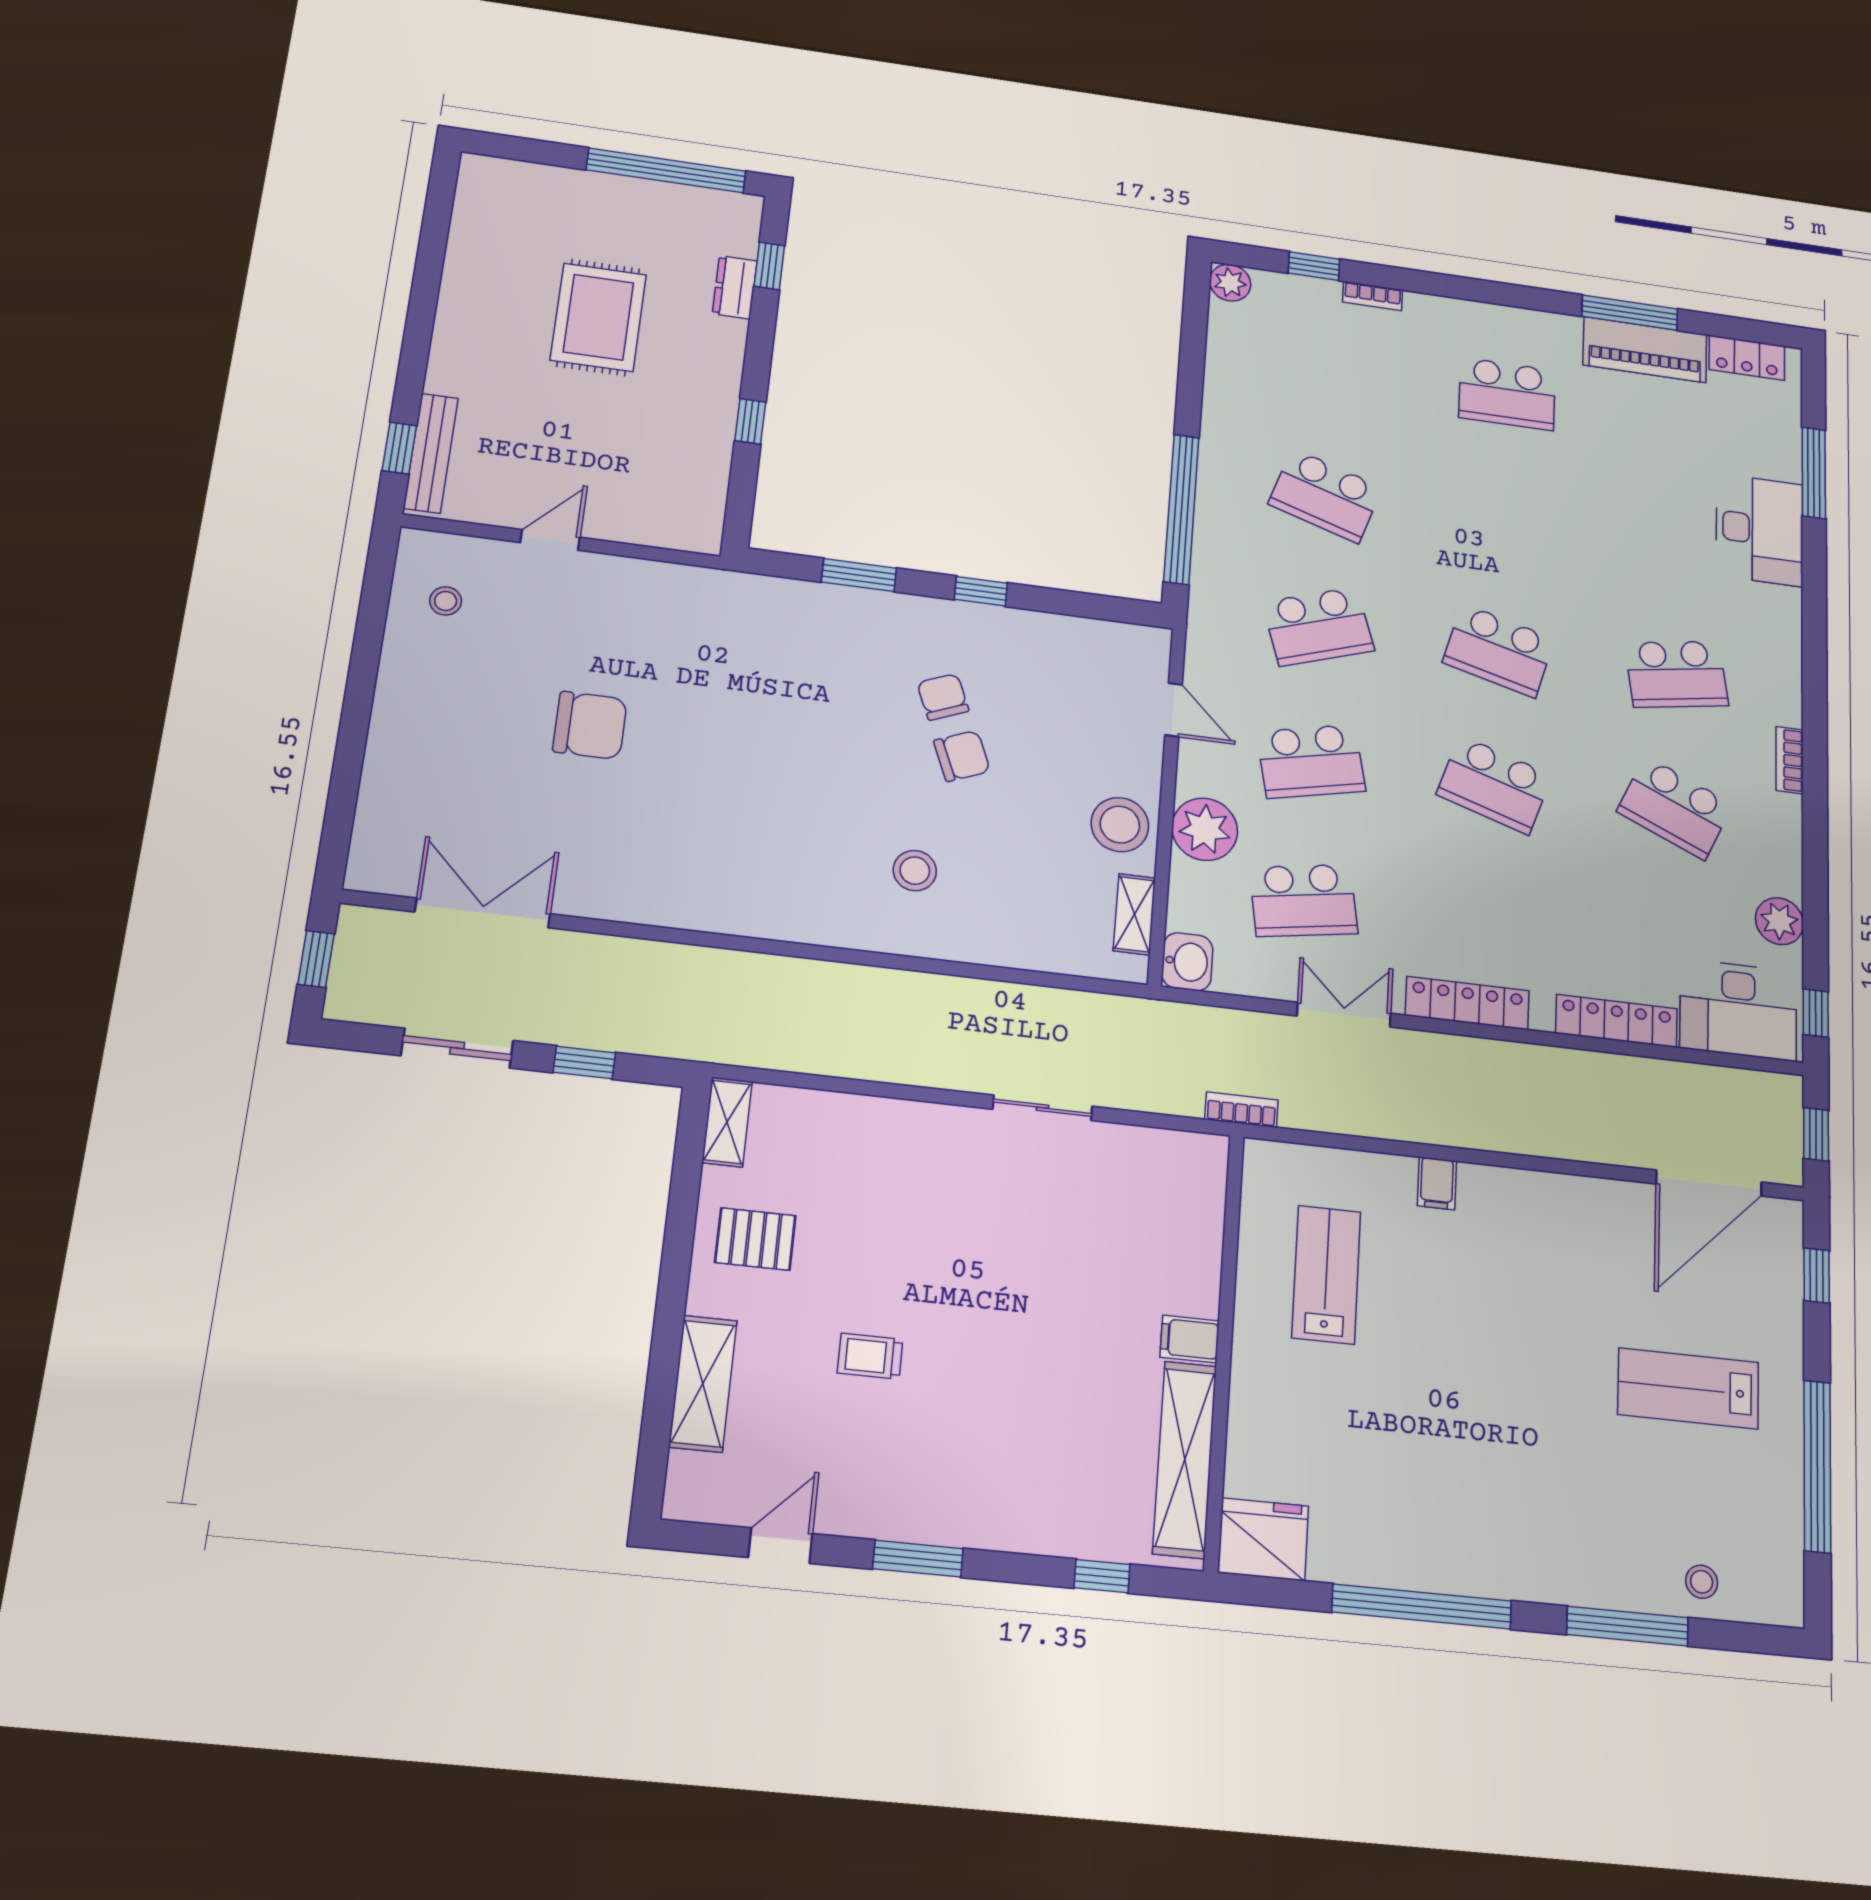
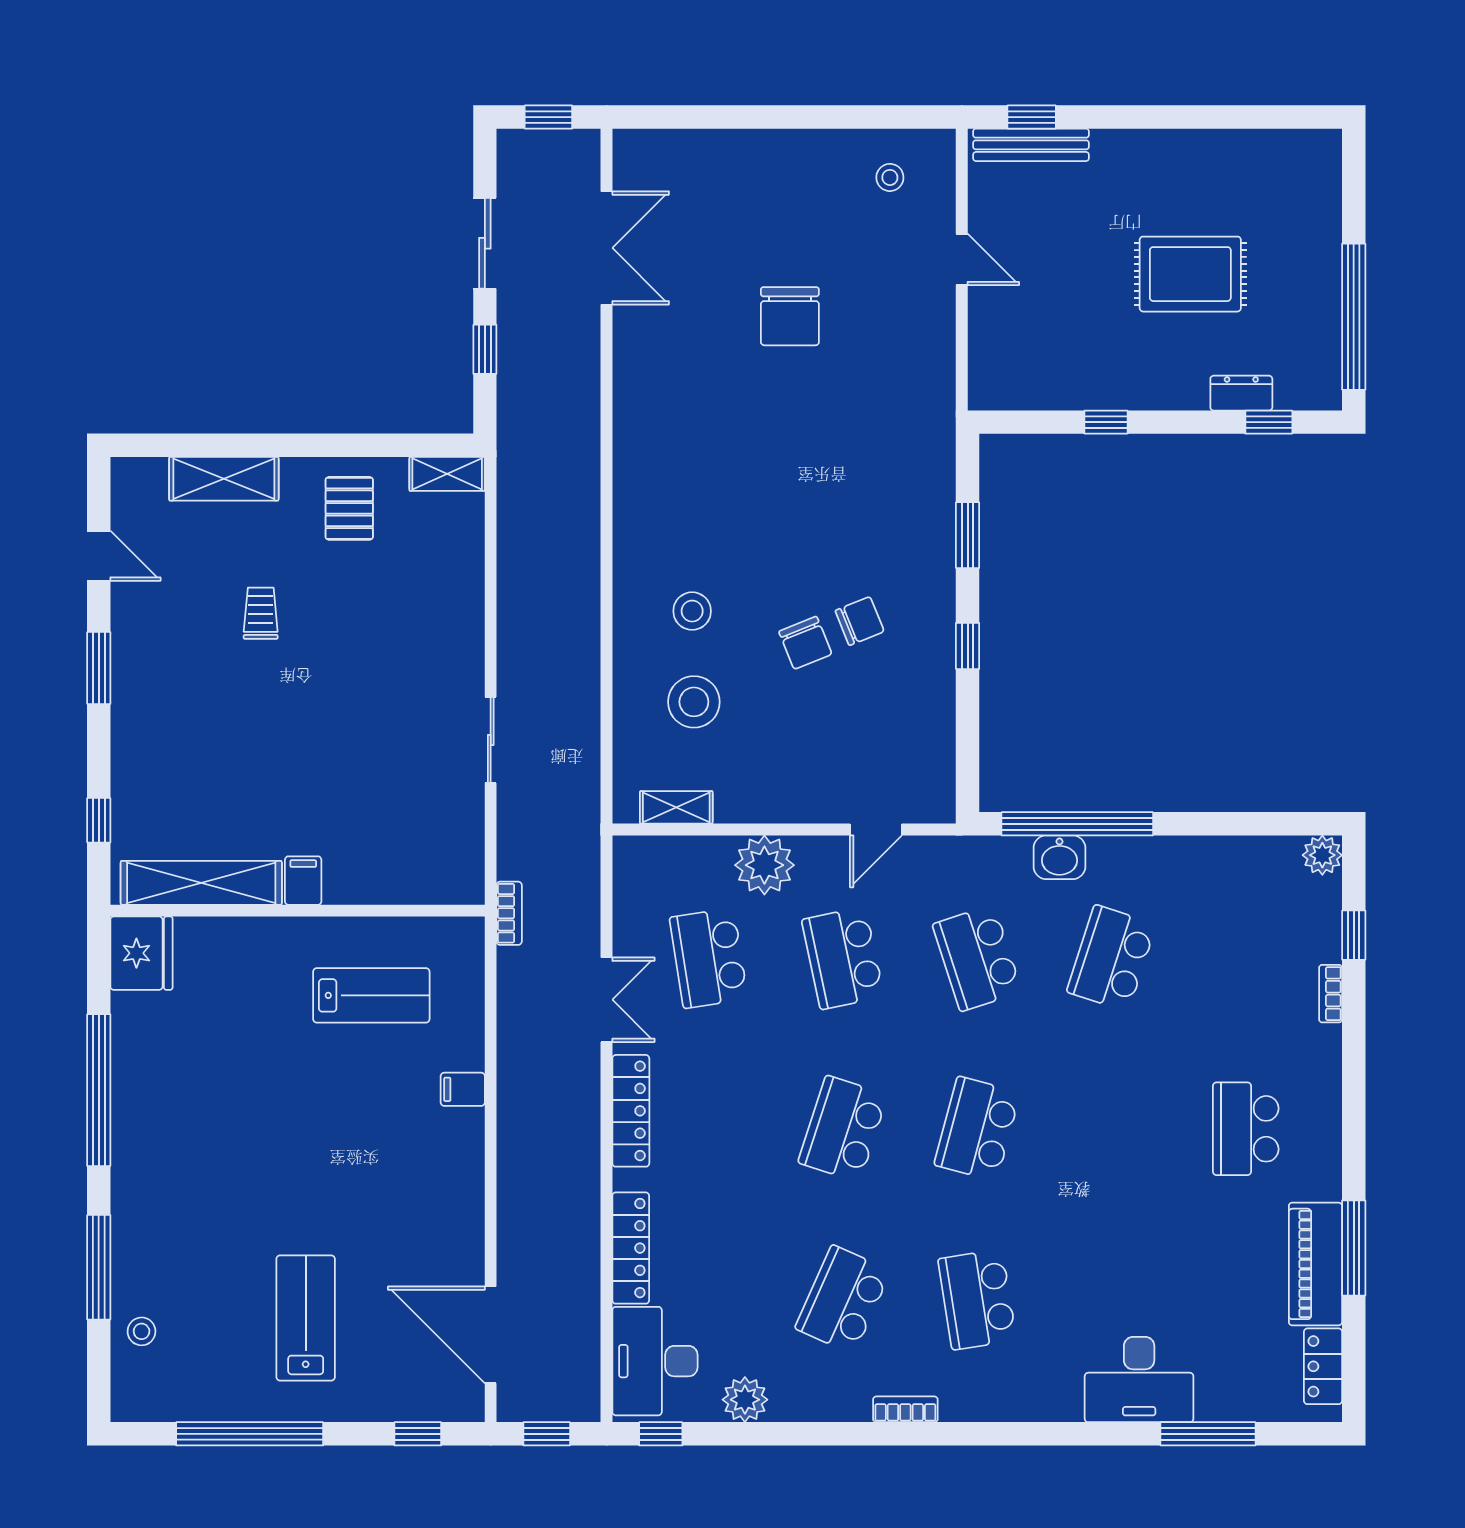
stool: (1120, 825) -> (694, 702), moved
washbasin: (1187, 962) -> (1059, 857), moved

